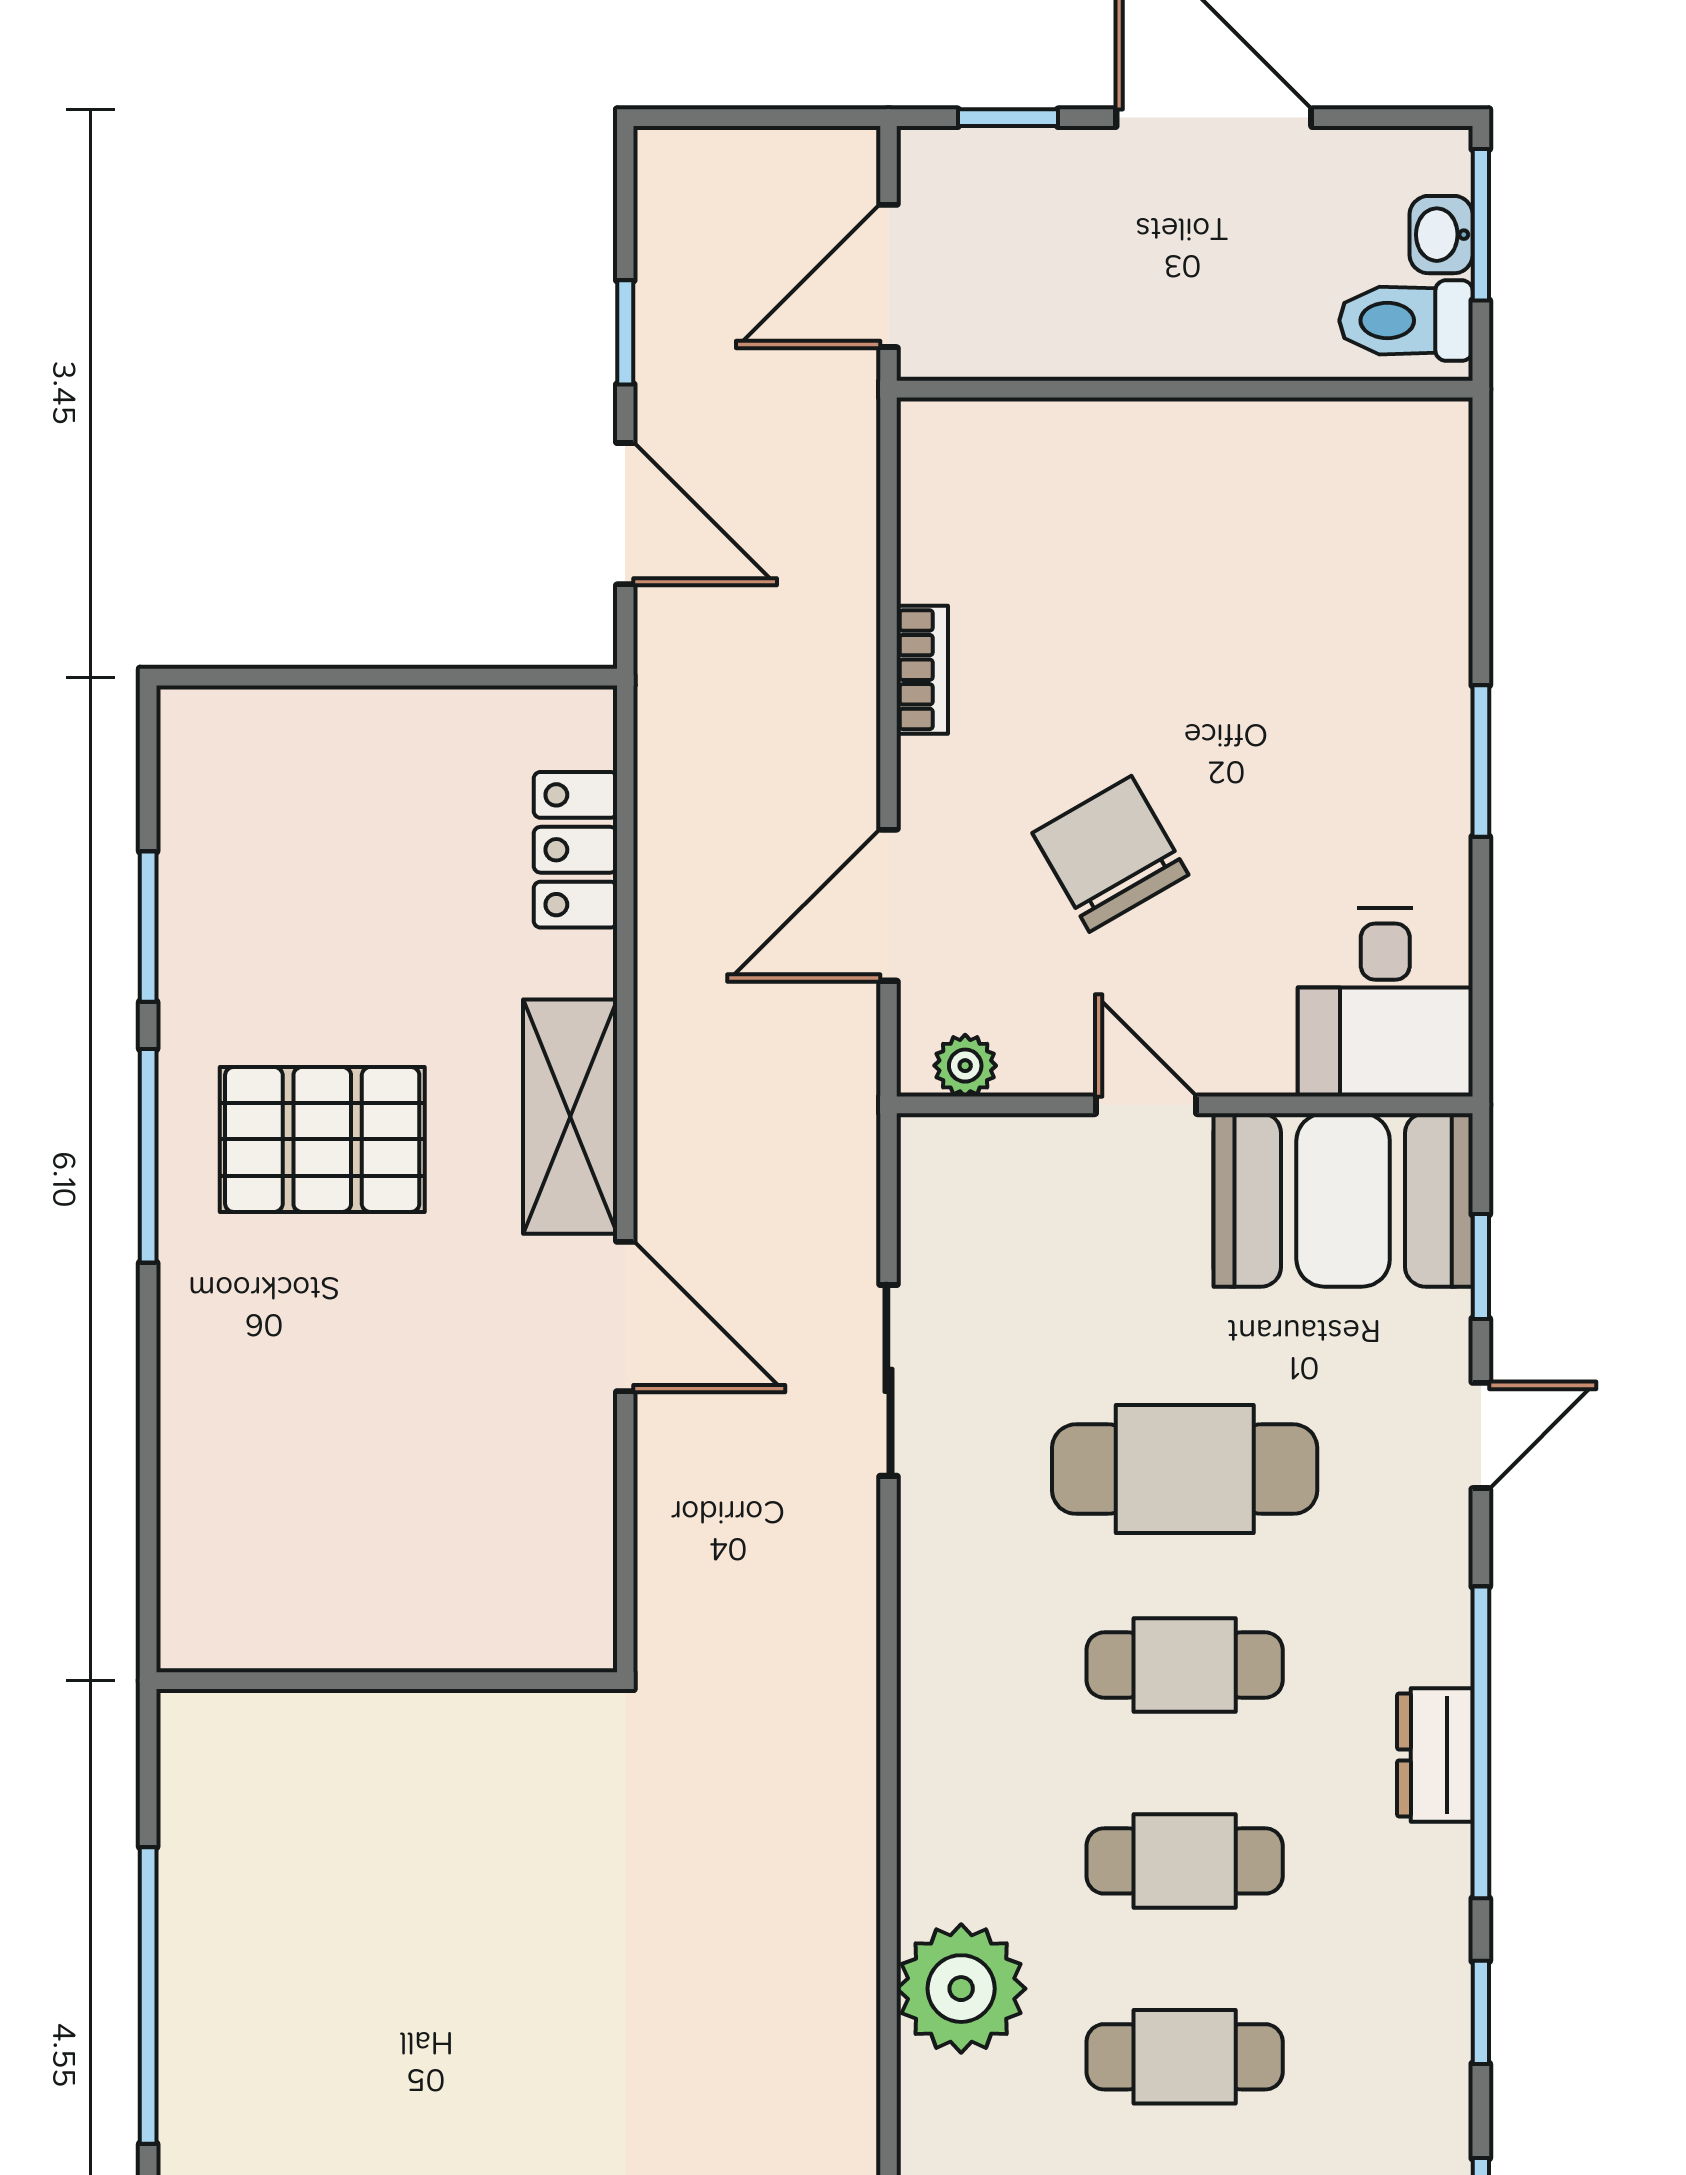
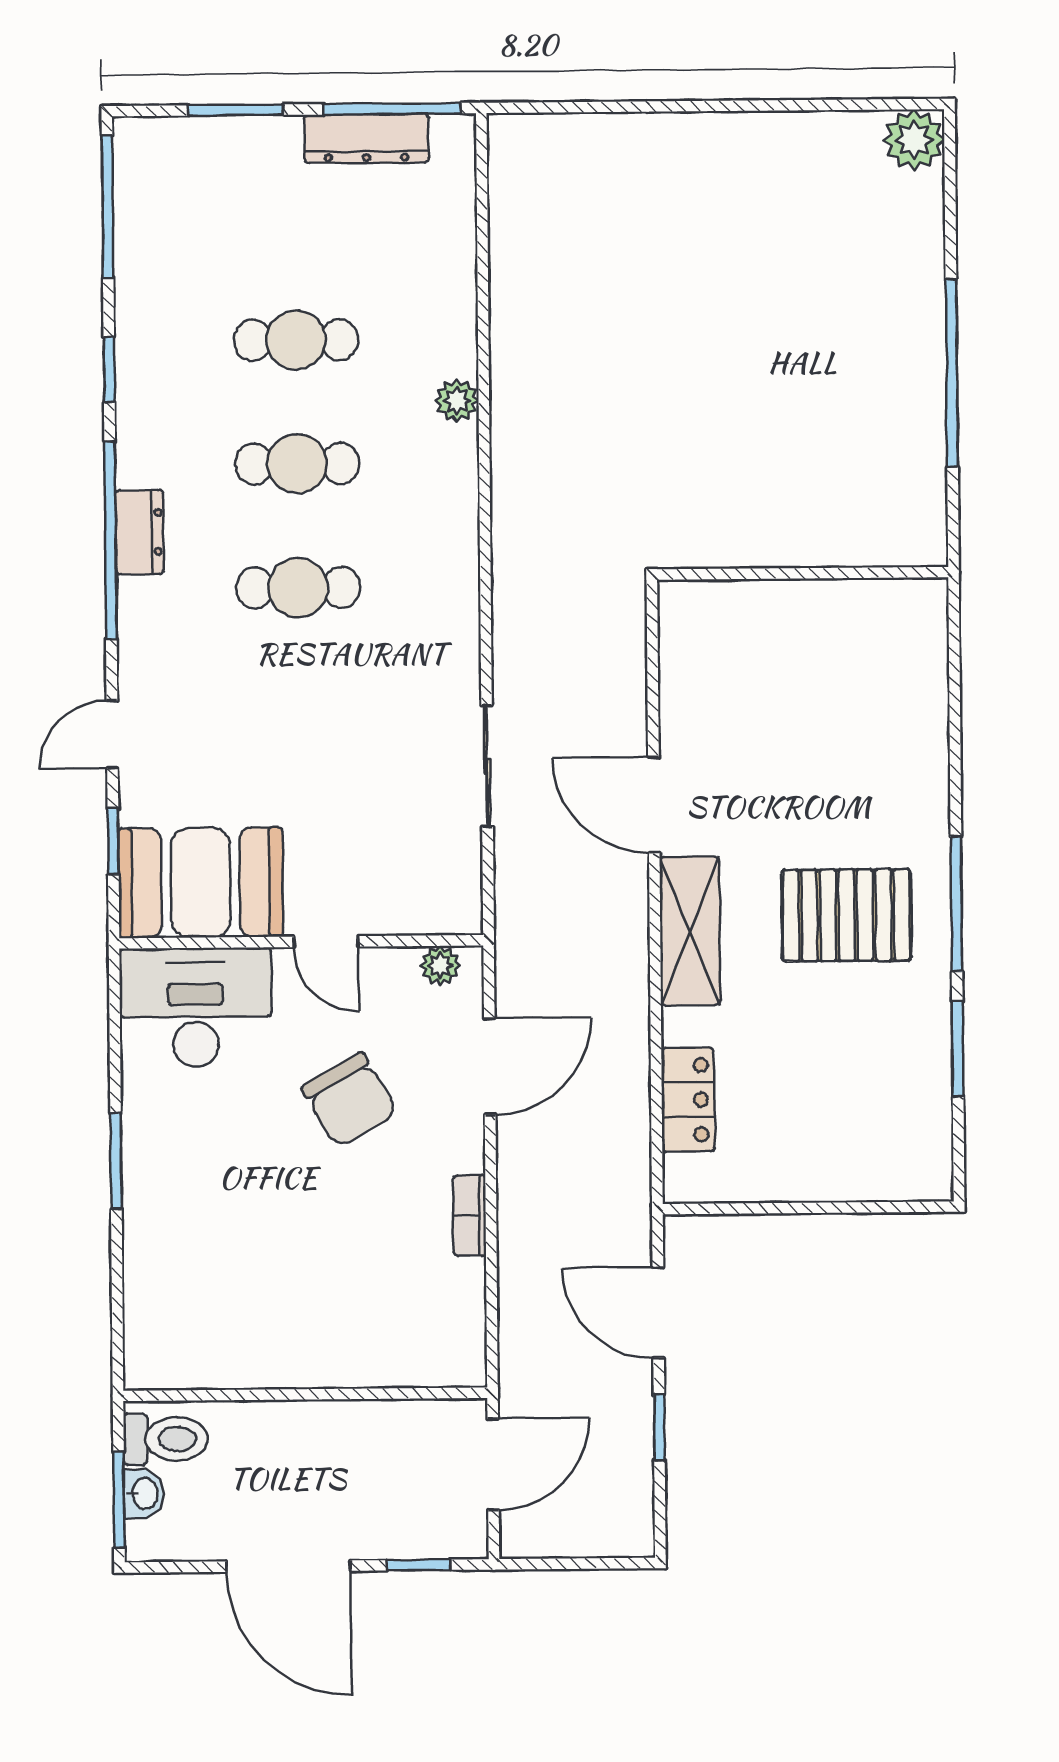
desk: (1385, 1002) -> (196, 1007), width x1.37
cafe table: (1185, 1469) -> (299, 712), removed
plant: (961, 1989) -> (457, 401), width x0.53, depth x0.53

